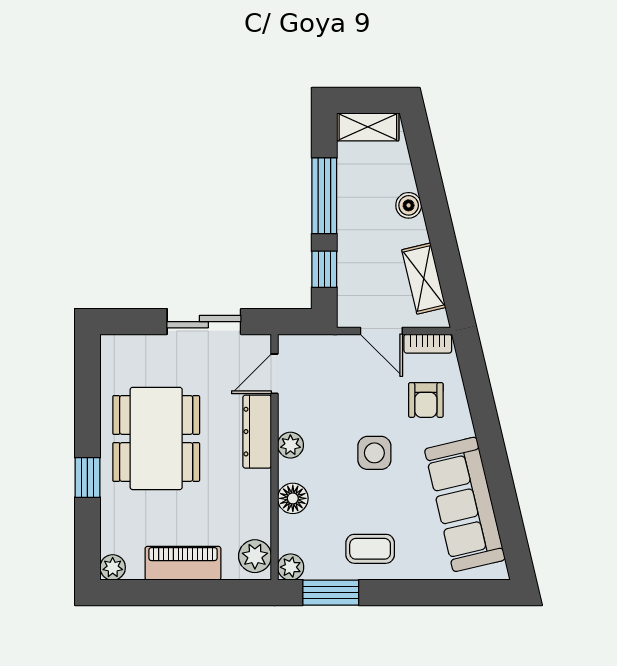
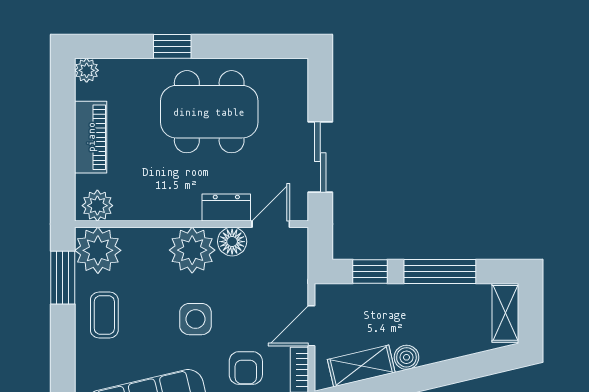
boiler: (409, 205) -> (406, 357), moved
door: (274, 374) -> (271, 224), hinge flipped
armchair: (426, 400) -> (246, 368), turned -90
dresser: (257, 432) -> (226, 208), width x0.70
plant: (290, 445) -> (192, 250), width x1.88, depth x1.88
floor lamp: (293, 498) -> (232, 242), moved
plant: (291, 567) -> (98, 250), width x1.87, depth x1.87

